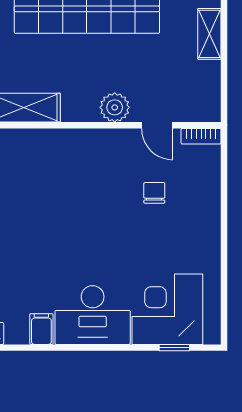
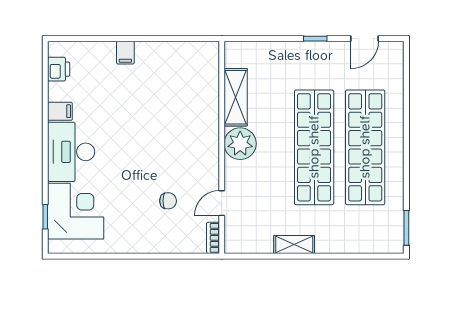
plant: (115, 107) -> (240, 144), moved, width x1.36, depth x1.36

